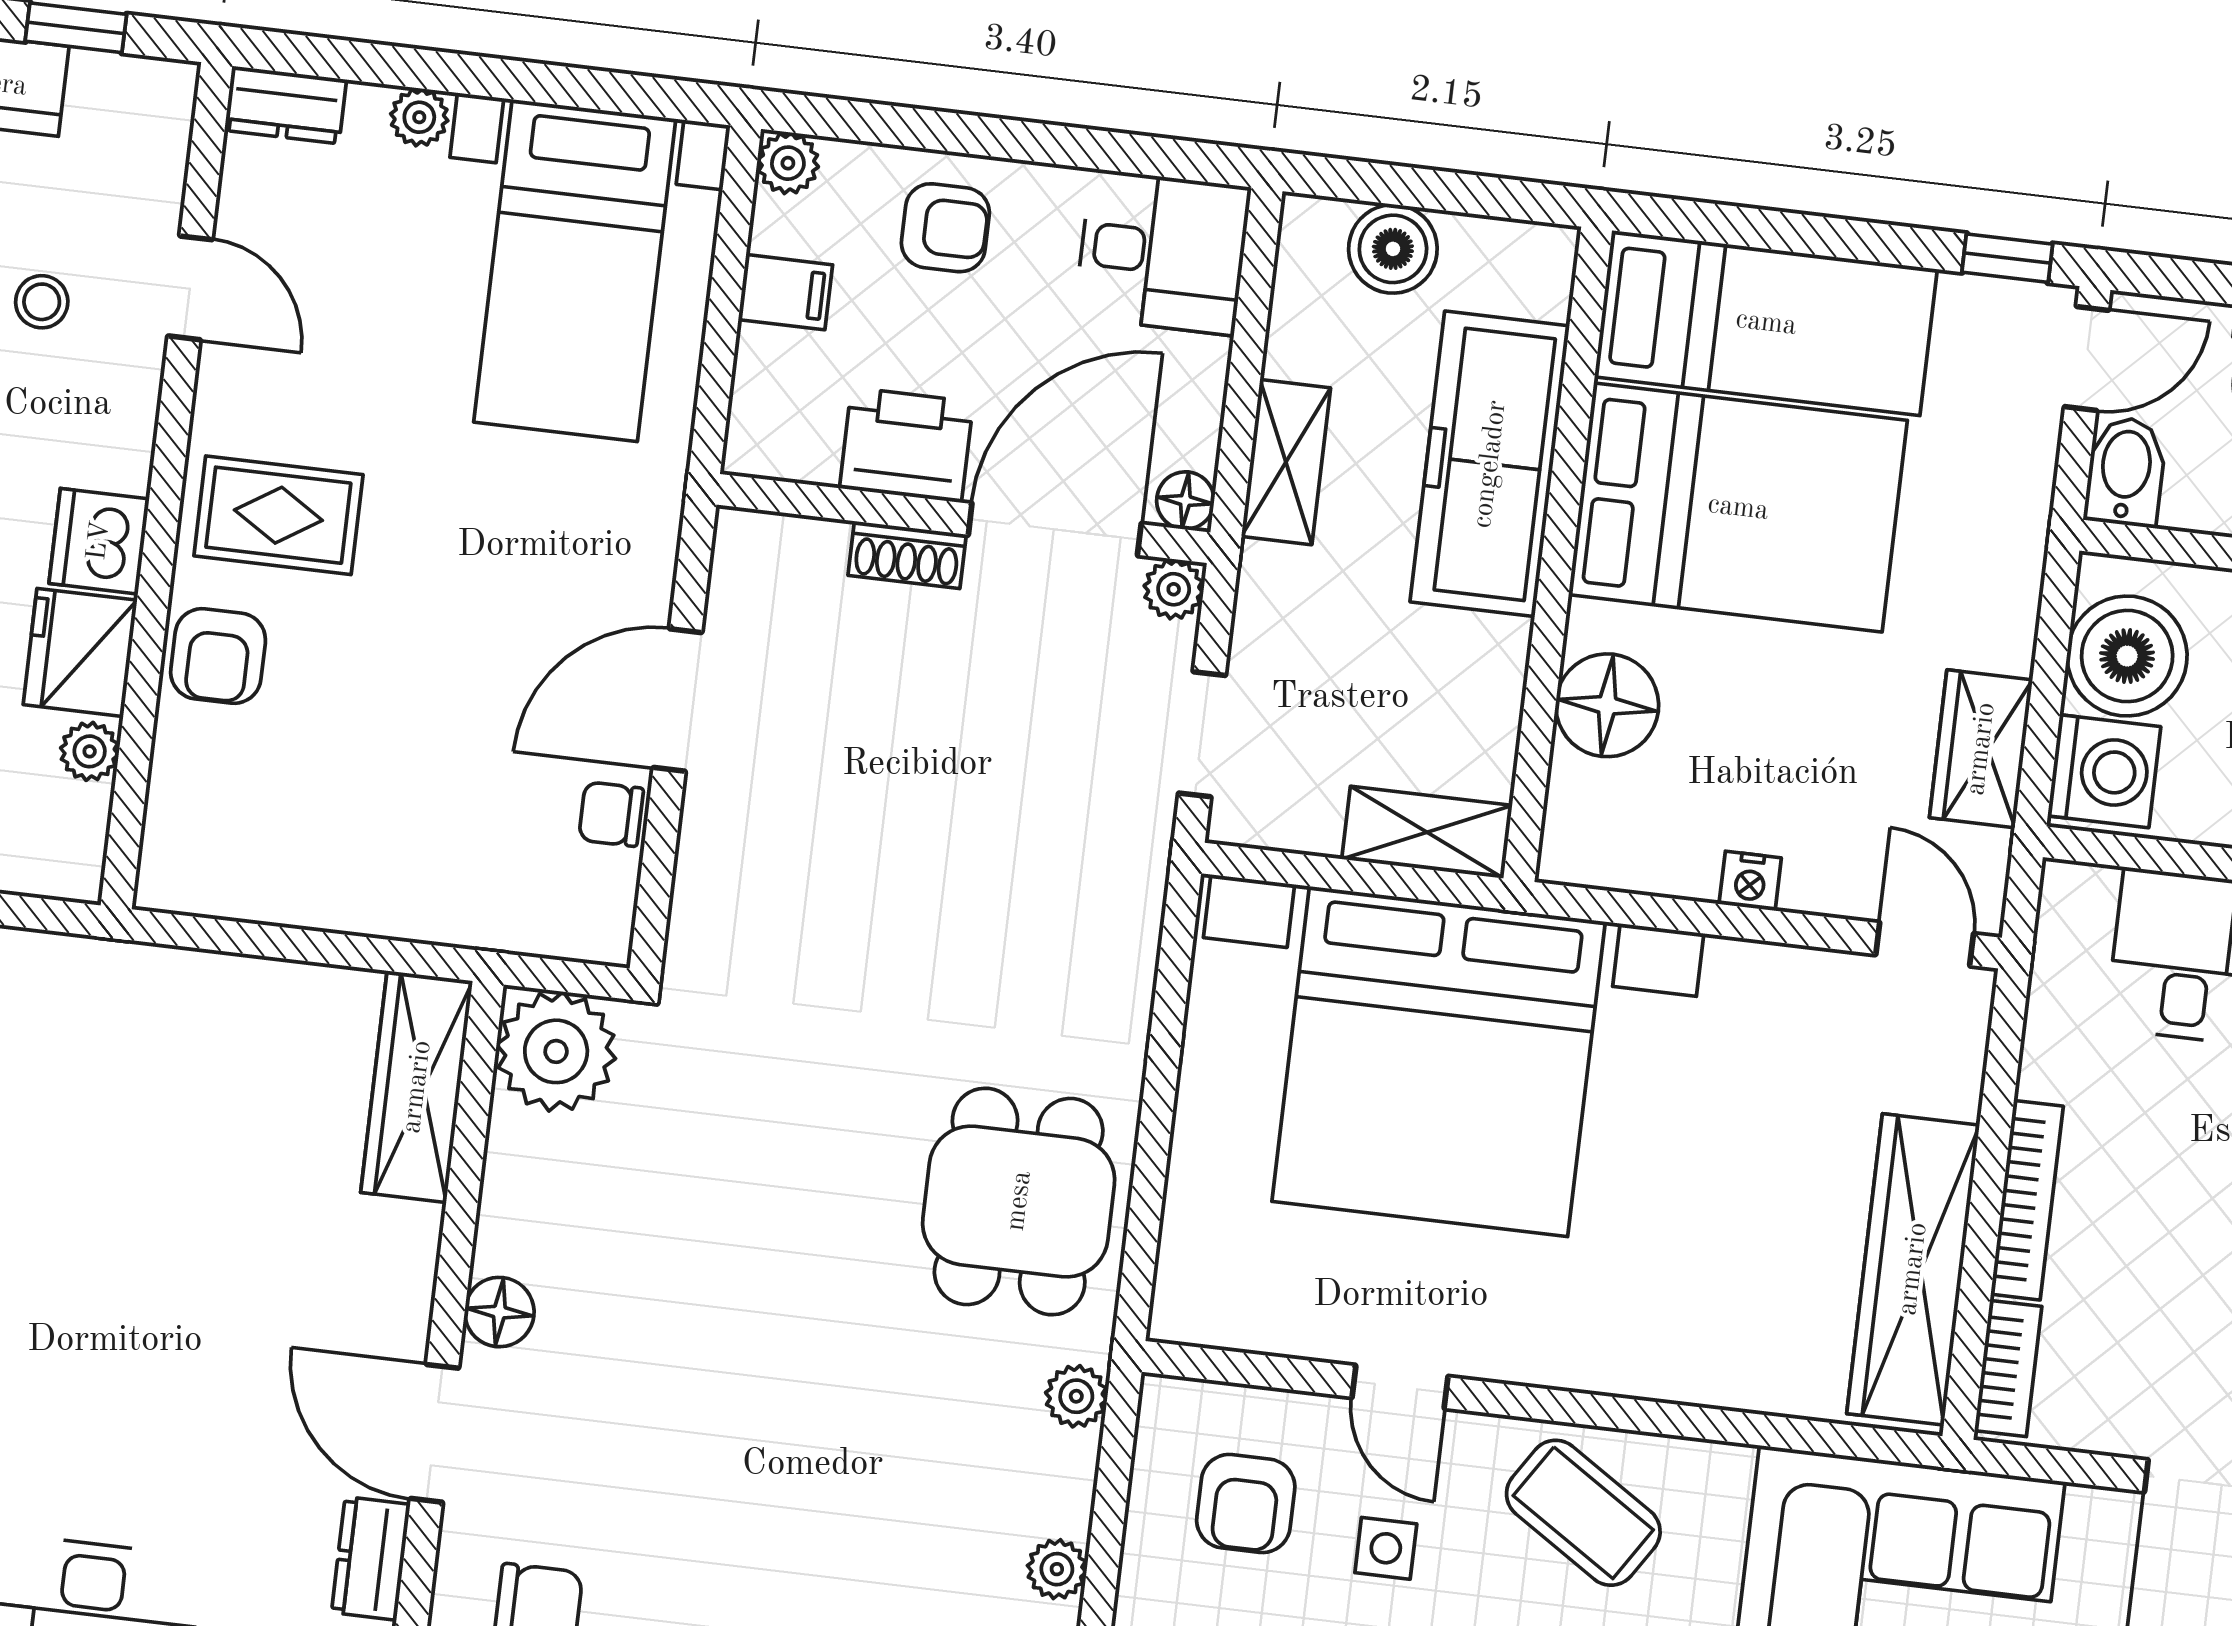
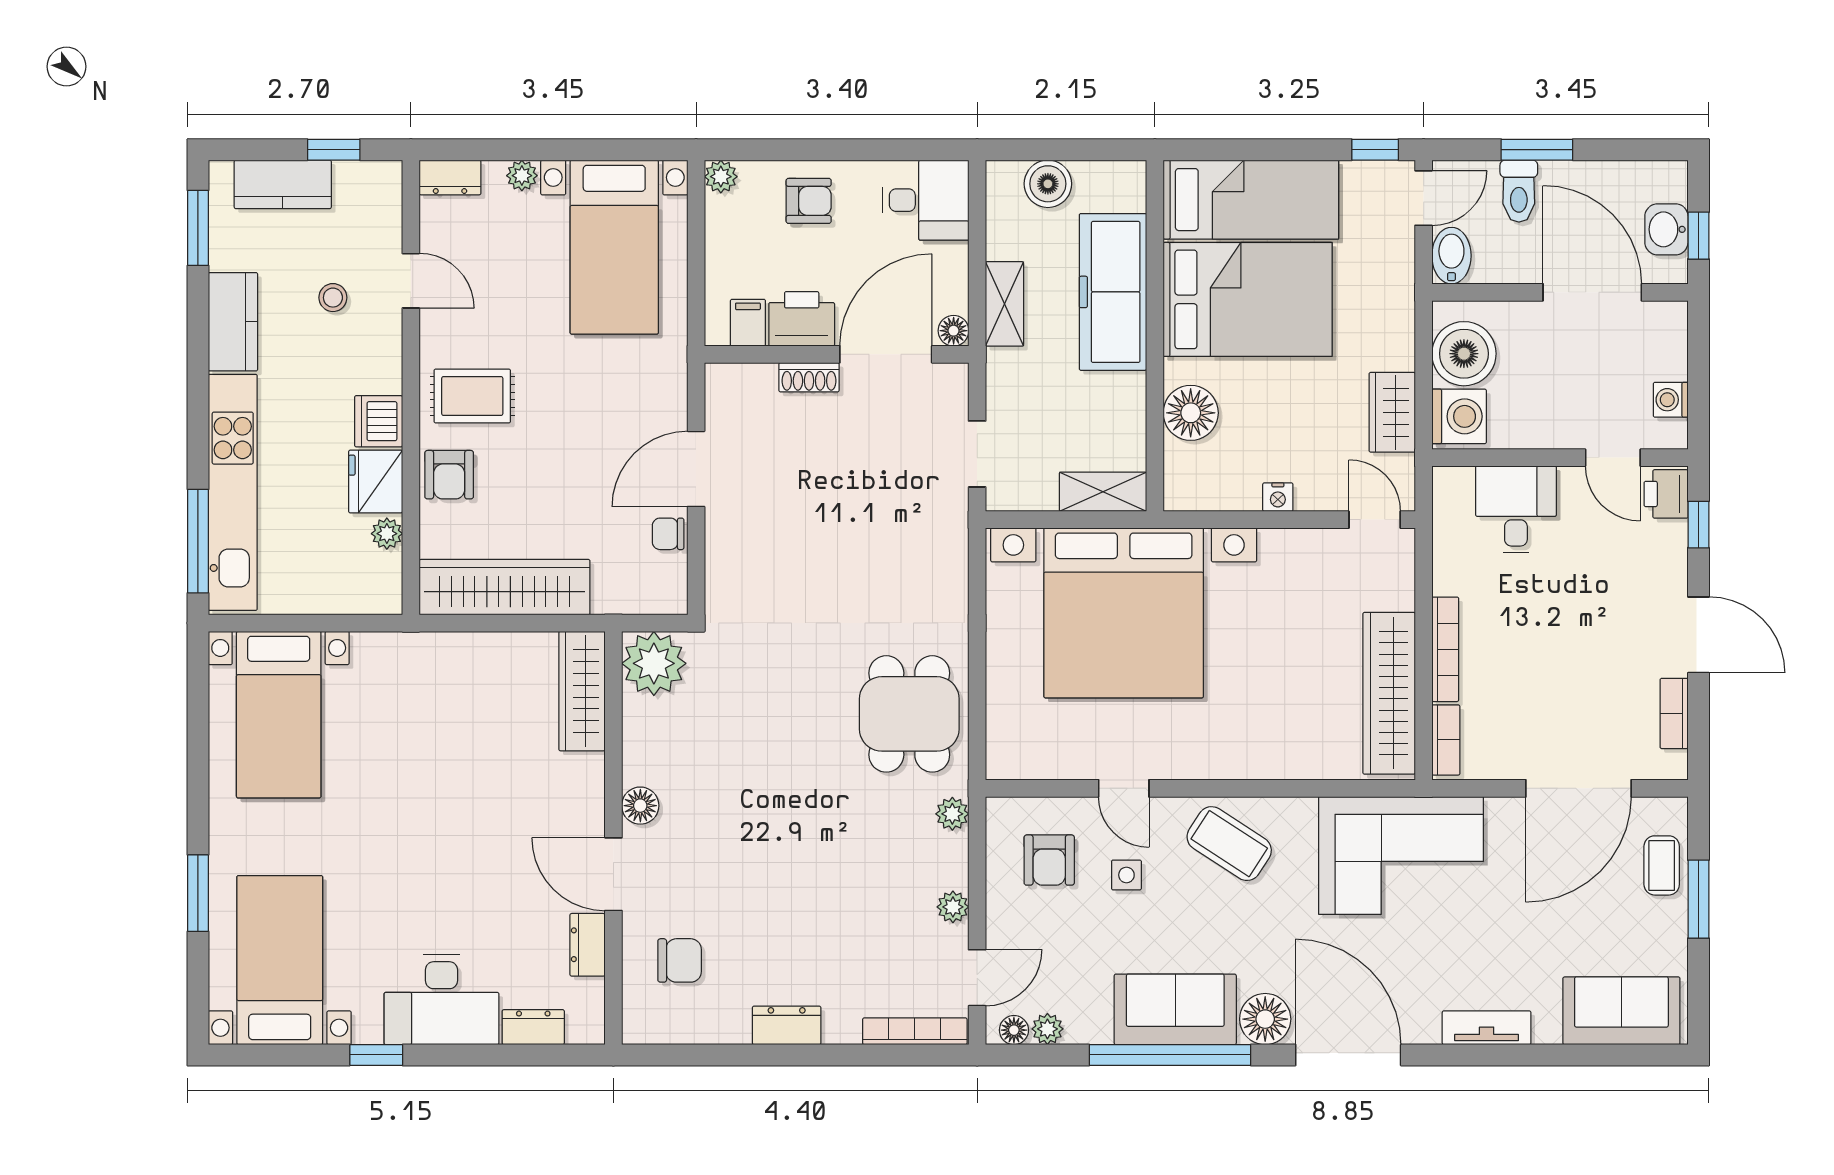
filing cabinet: (786, 292) -> (748, 323), moved, turned -90
plant: (1174, 589) -> (953, 379), removed
wardrobe: (296, 877) -> (505, 587), added

